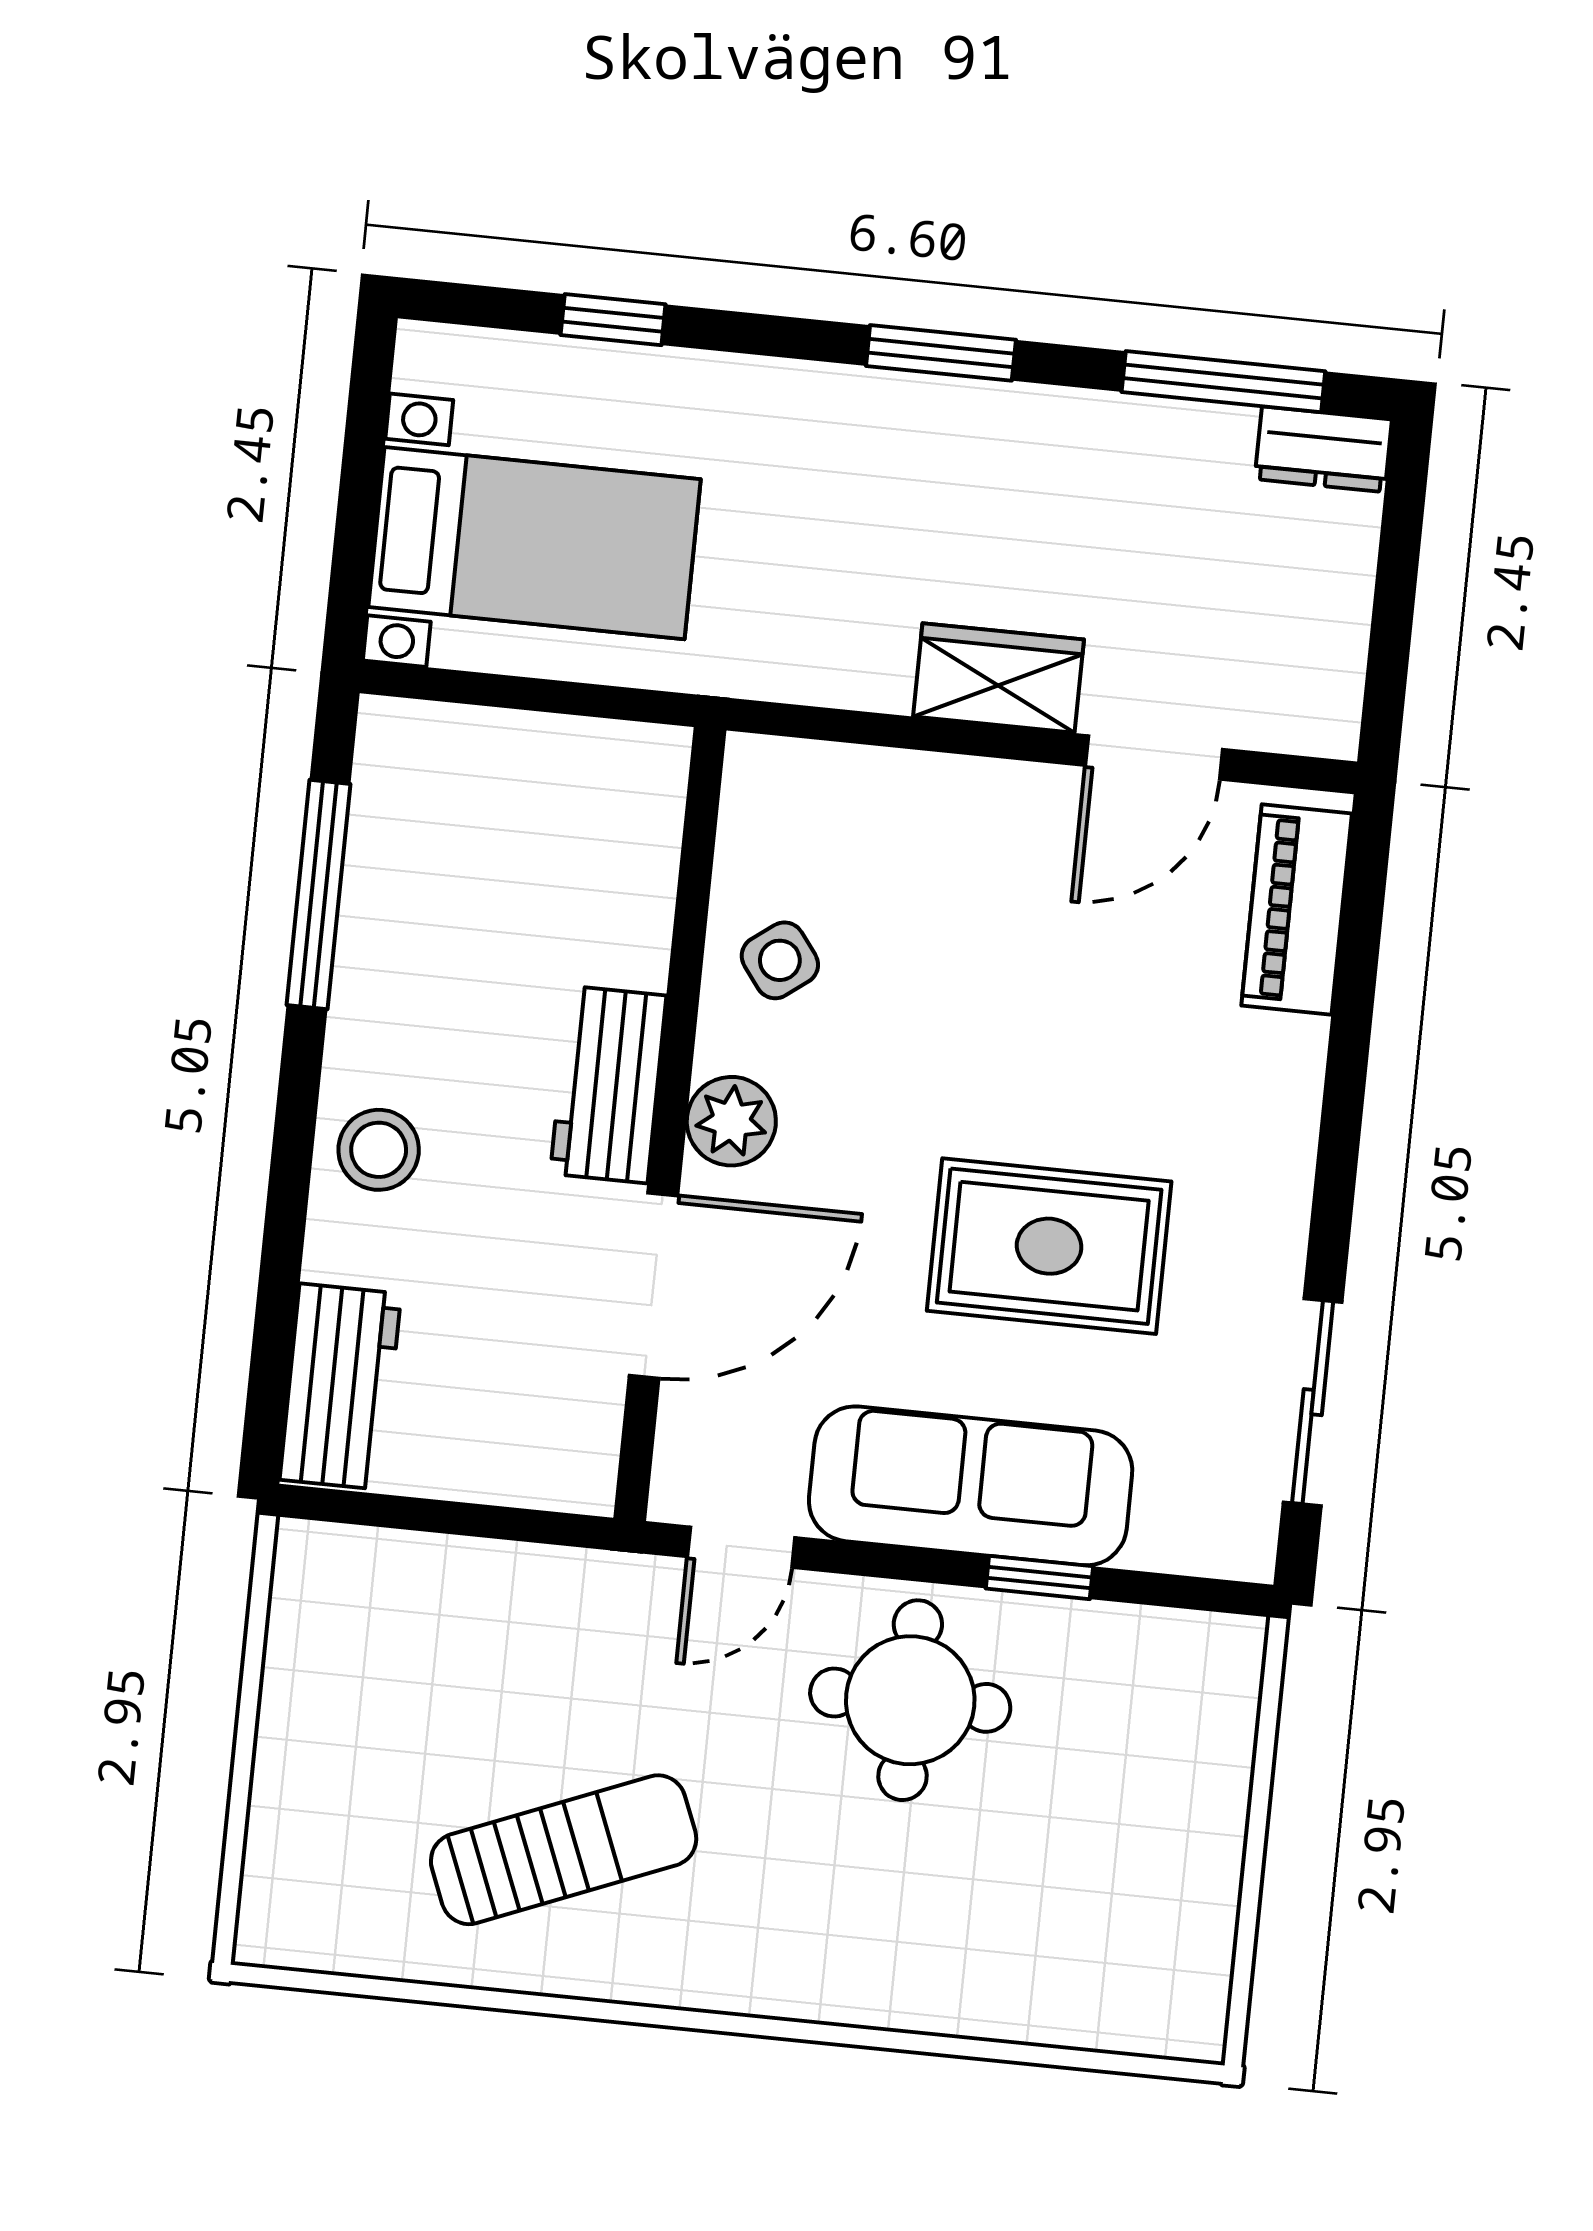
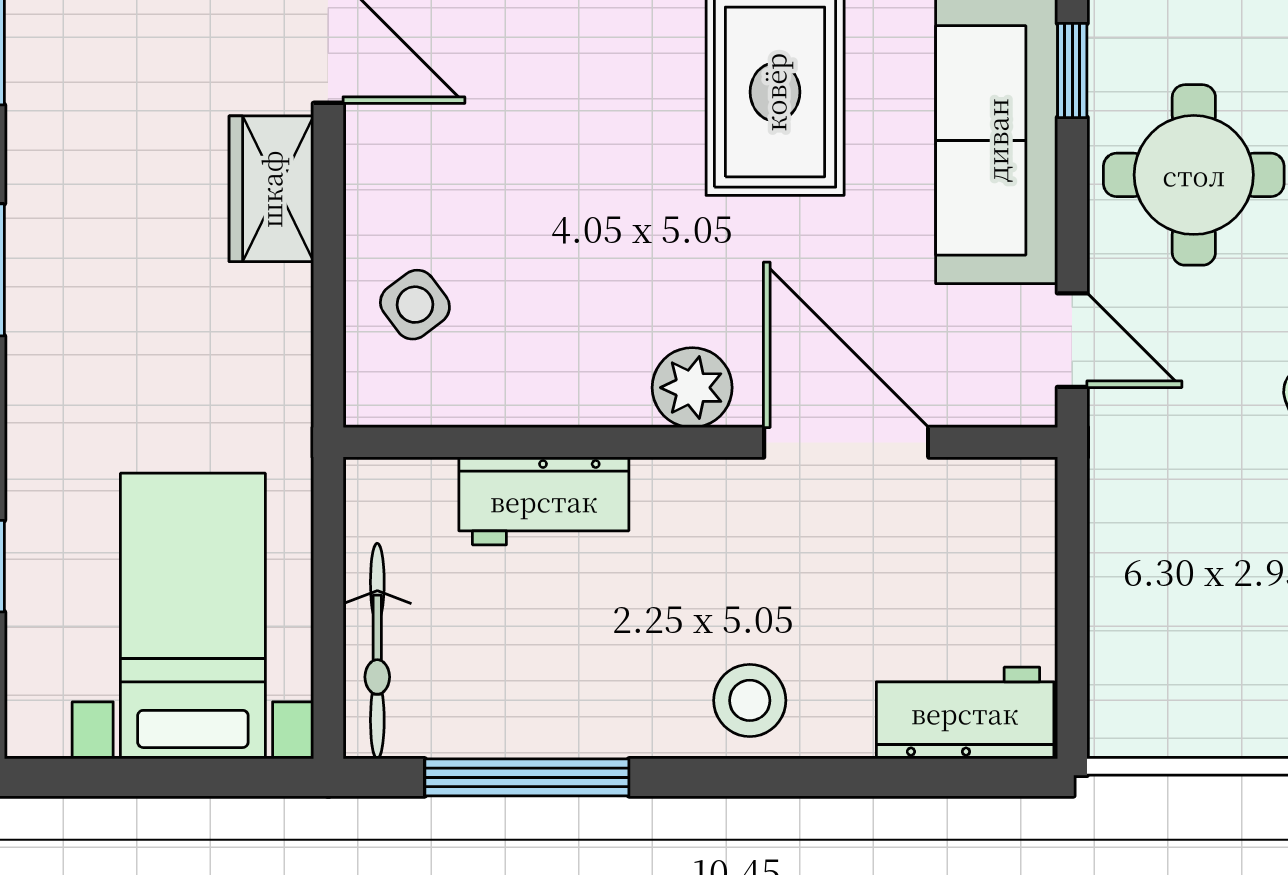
bicycle: (475, 743) -> (377, 651), added
side table: (780, 960) -> (415, 305), moved
workbench: (608, 1085) -> (544, 501), moved

